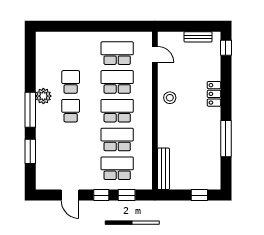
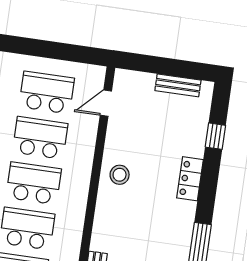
window: (226, 48) -> (215, 136), moved
door: (155, 54) -> (106, 103), swing flipped

